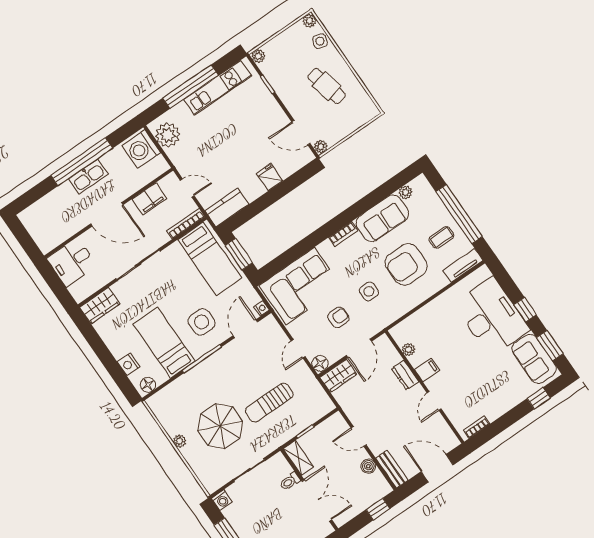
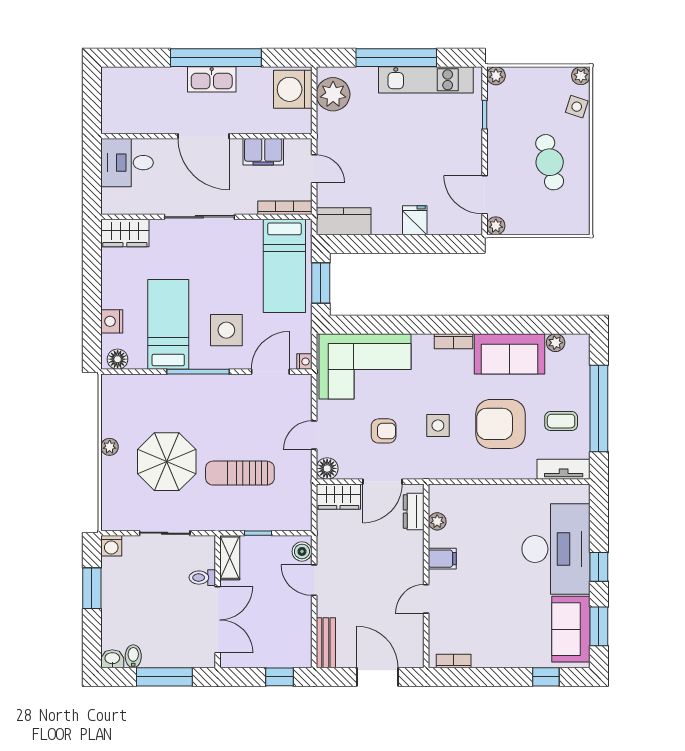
dresser: (405, 375) -> (414, 512), moved
boiler: (368, 466) -> (302, 551), moved

